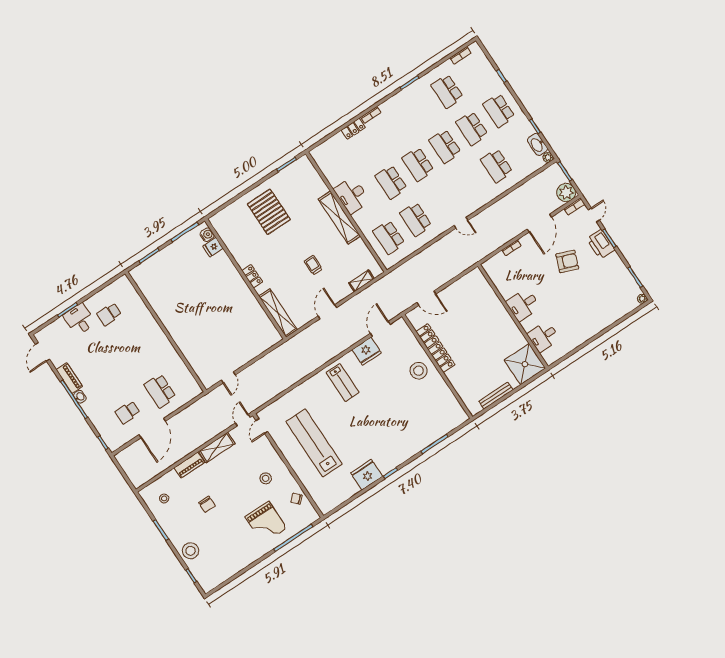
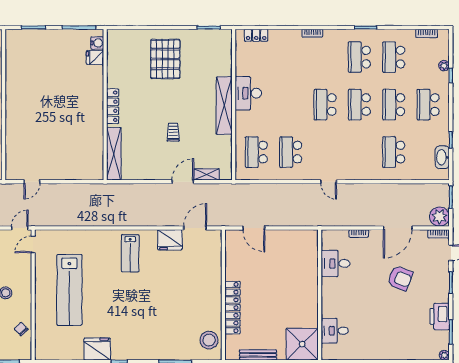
locker: (353, 129) -> (256, 35), moved
plant: (548, 157) -> (444, 66), moved
school desk: (391, 182) -> (359, 57), moved
printer: (601, 244) -> (440, 316), moved
locker: (252, 276) -> (113, 106), width x1.53
desk: (523, 305) -> (336, 263), moved
door: (327, 312) -> (183, 182), moved
locker: (435, 348) -> (232, 308), moved
stool: (419, 371) -> (209, 340), moved
lab bench: (314, 443) -> (69, 290), turned 180

